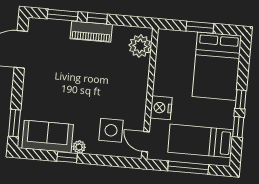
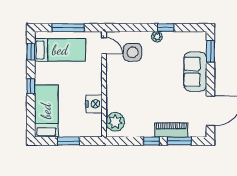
piano: (91, 32) -> (171, 130), moved
bed: (217, 66) -> (46, 111), width x0.67
nightstand: (161, 108) -> (94, 104), moved
window: (238, 127) -> (31, 52), moved
sofa: (48, 136) -> (195, 72), moved, turned 90

